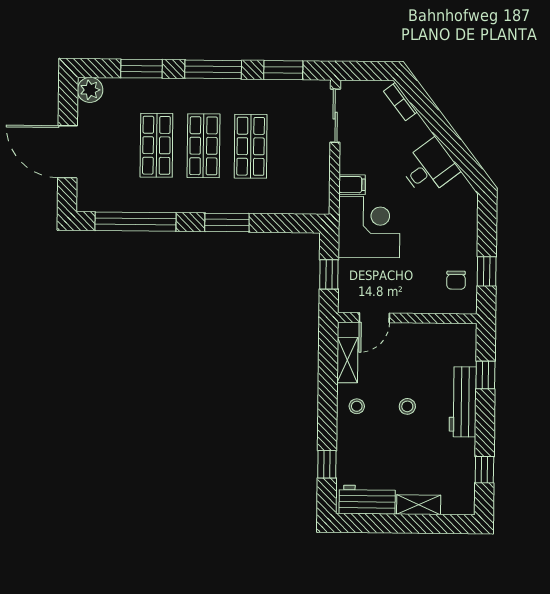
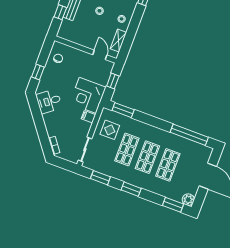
window: (141, 69) -> (173, 205), moved
window: (213, 69) -> (131, 189), width x0.69
desk: (429, 168) -> (49, 101), moved
display table: (299, 174) -> (110, 130), added
window: (227, 223) -> (123, 110), moved
window: (487, 271) -> (38, 72), moved
door: (374, 318) -> (100, 55), hinge flipped

